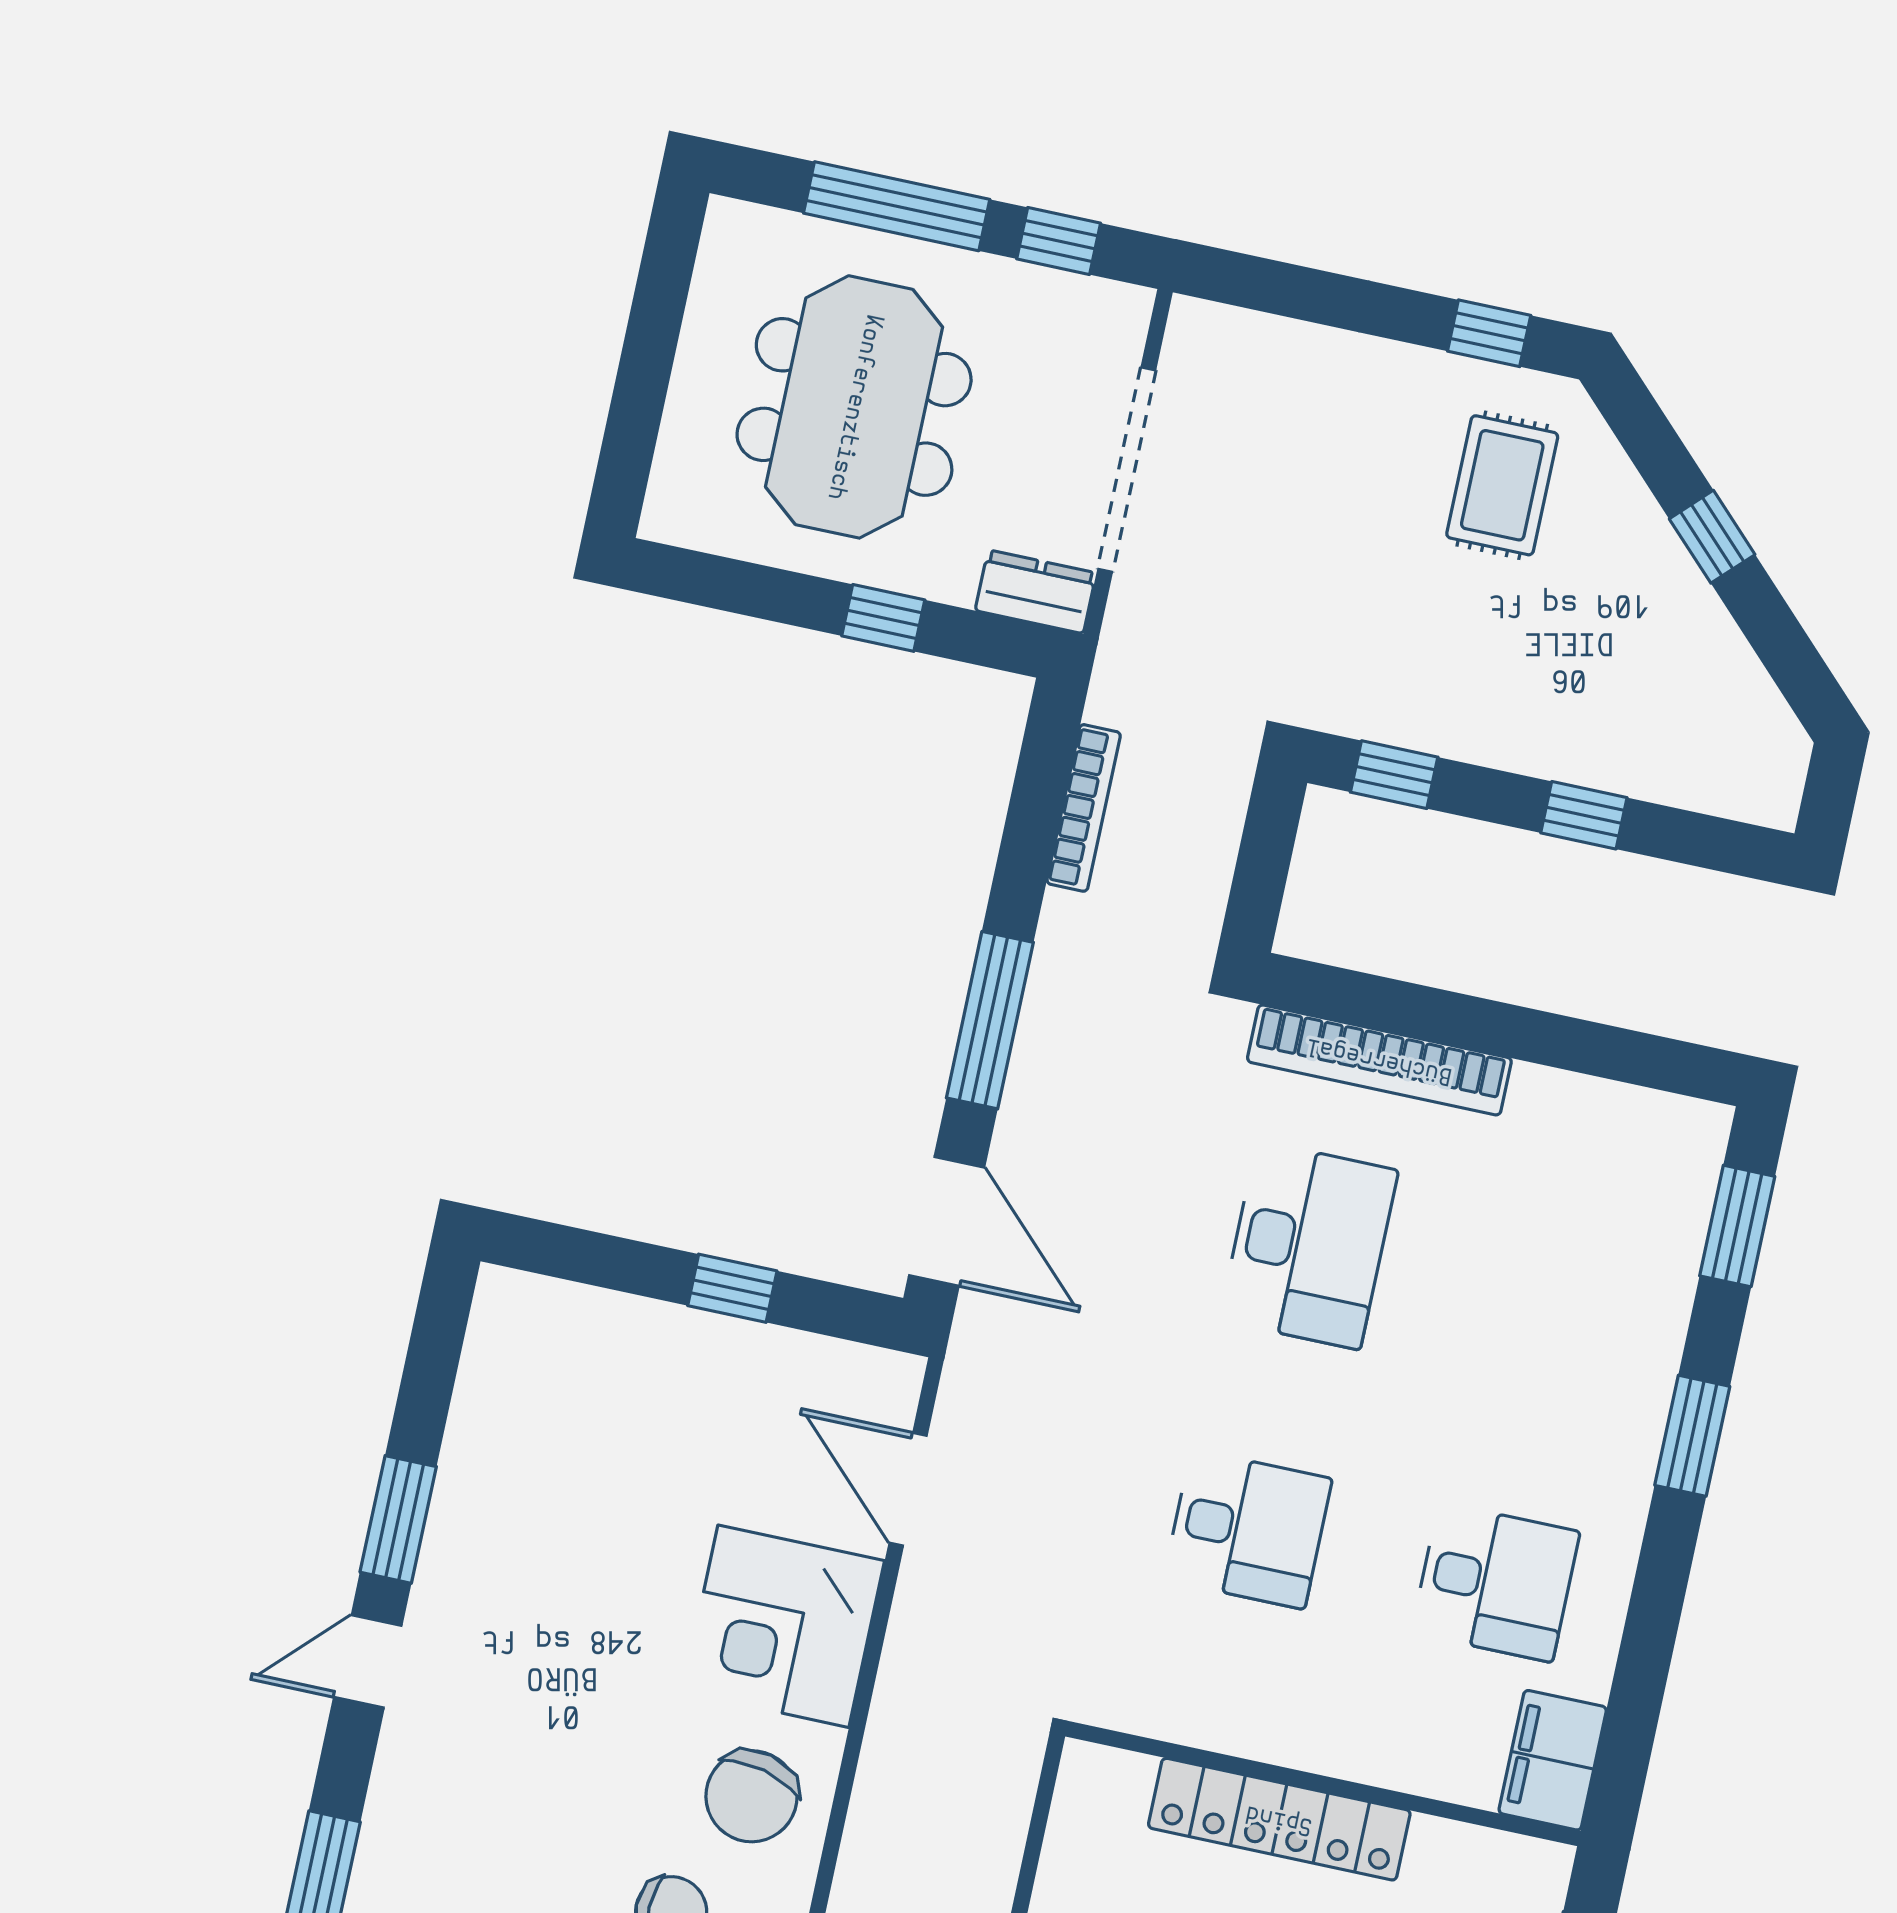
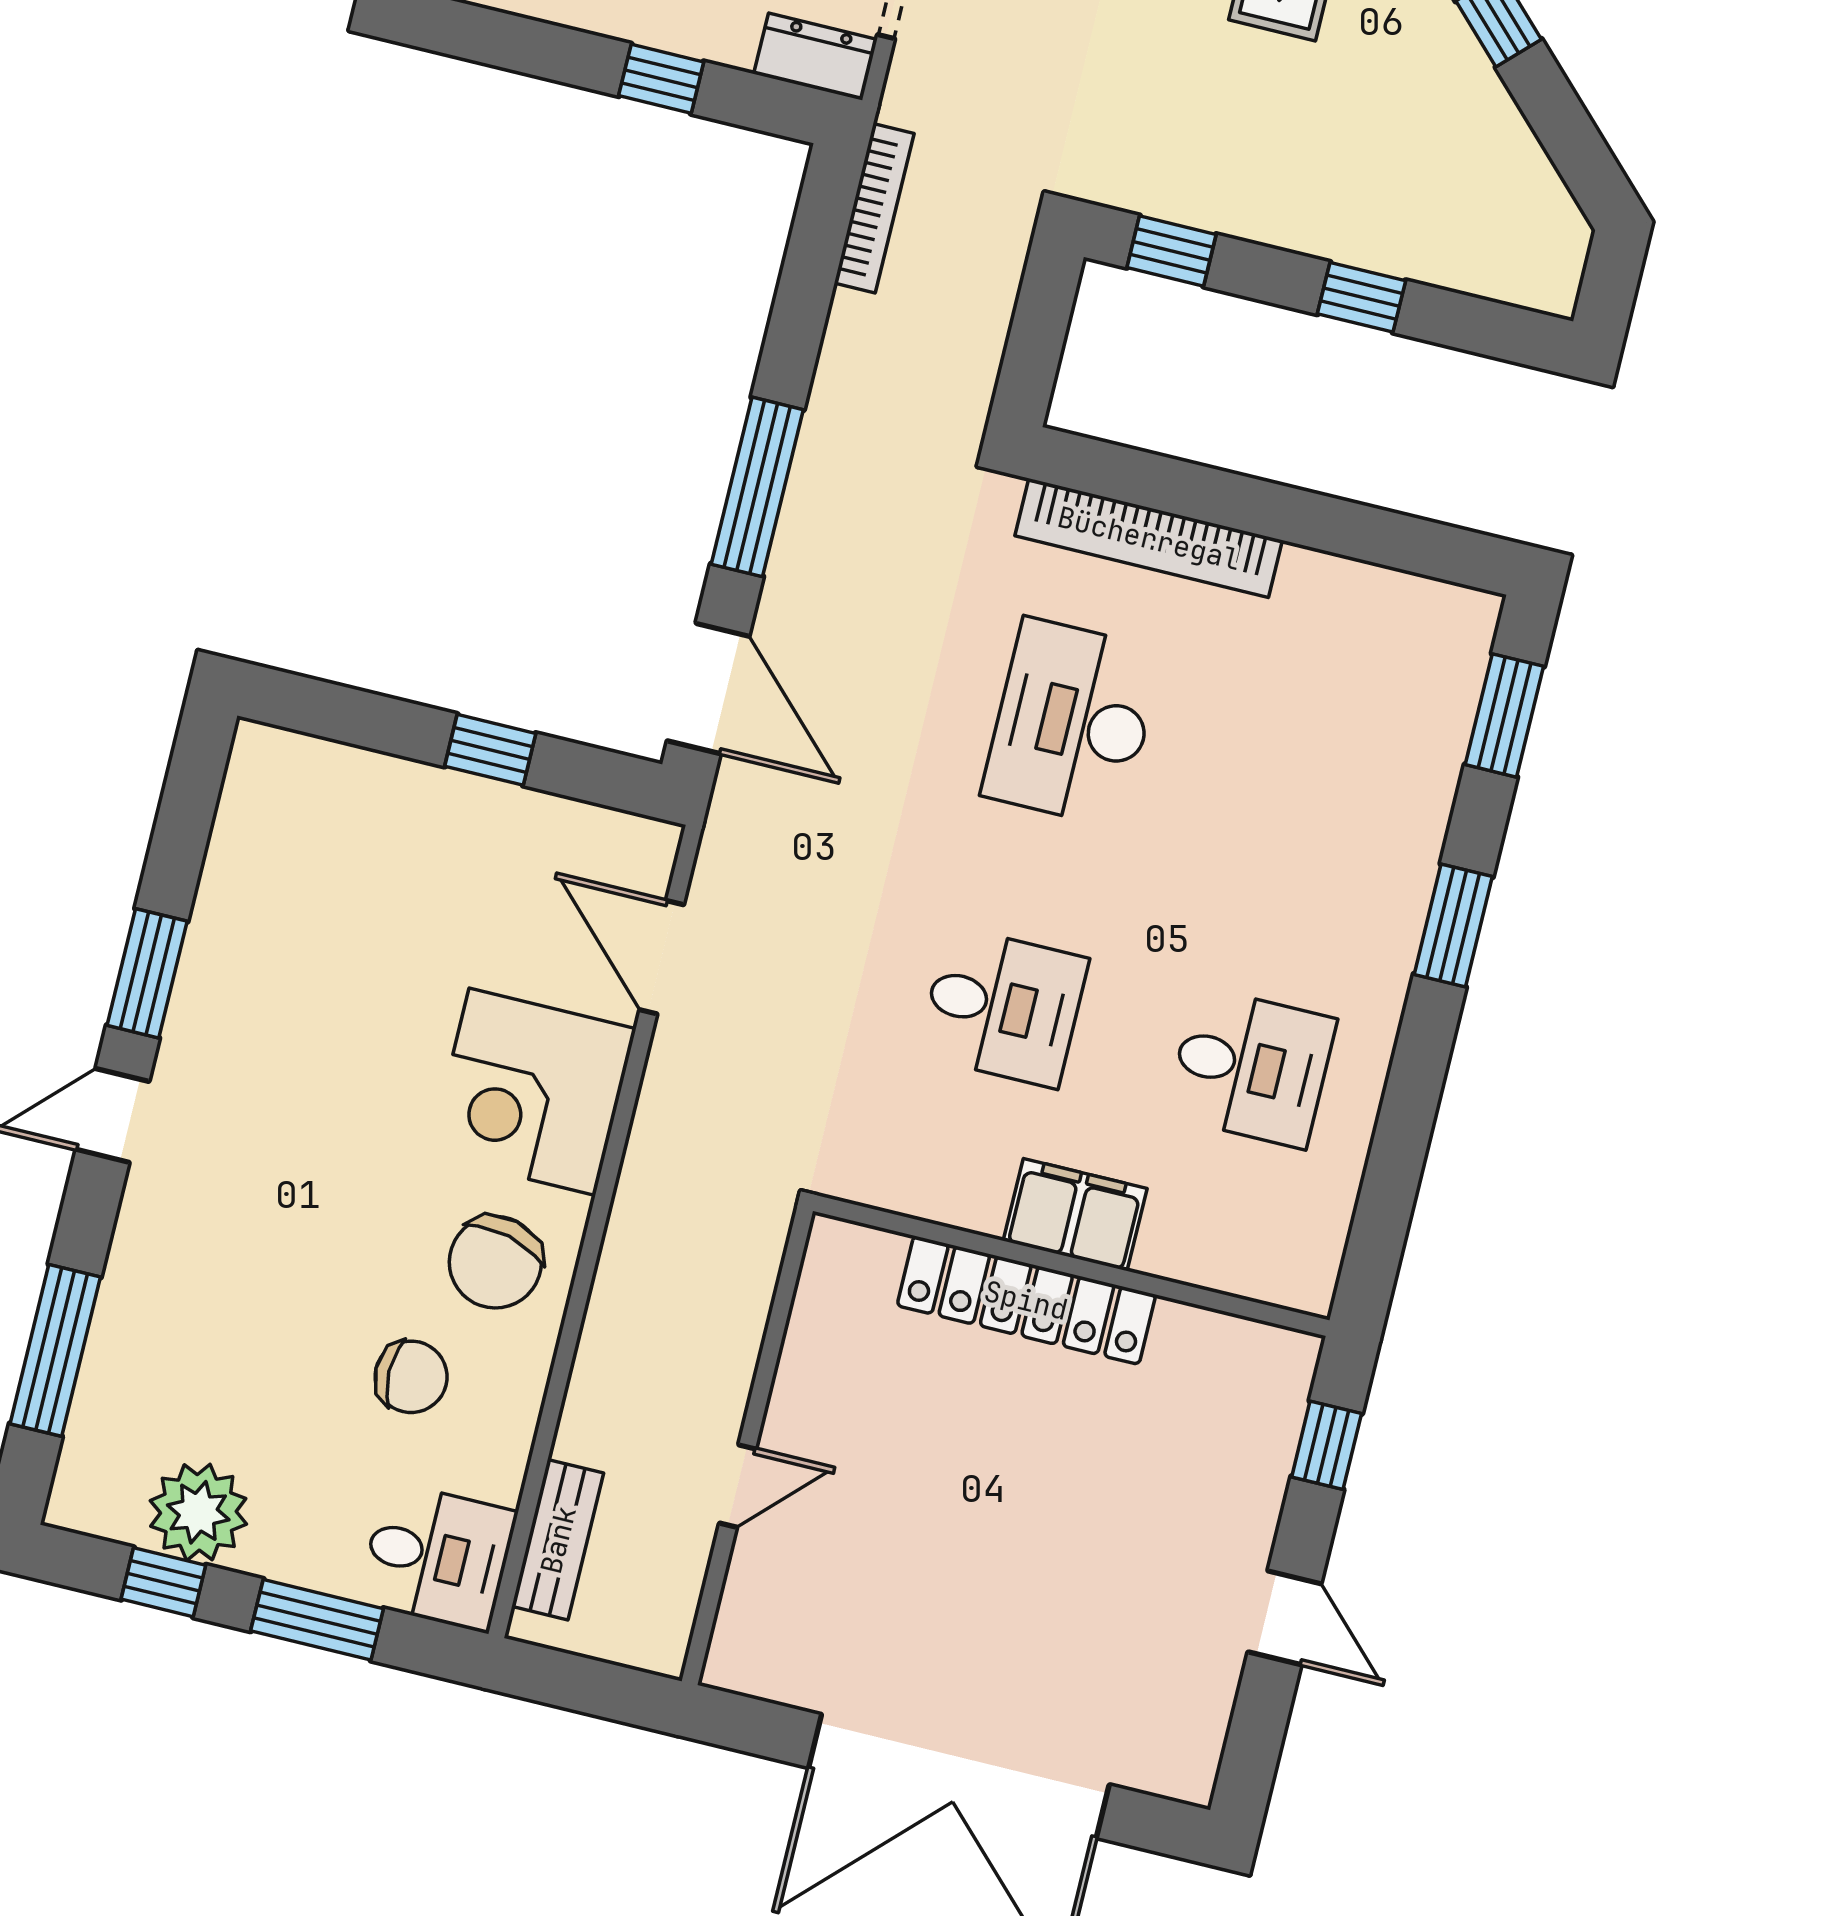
bookcase: (1084, 808) -> (874, 208), moved
desk: (1309, 1245) -> (1072, 723), turned 180
filing cabinet: (1553, 1760) -> (1075, 1215), moved, turned 90

